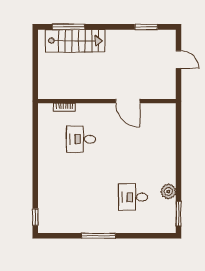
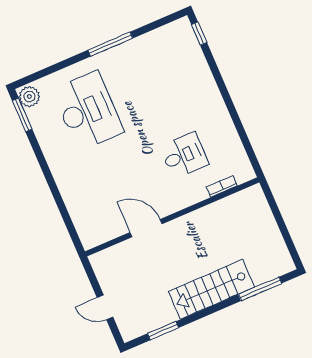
stairs: (75, 41) -> (211, 289), moved
plant: (168, 192) -> (29, 97), moved
desk: (133, 197) -> (88, 111), width x1.87, depth x1.30

